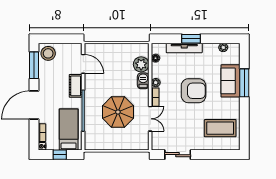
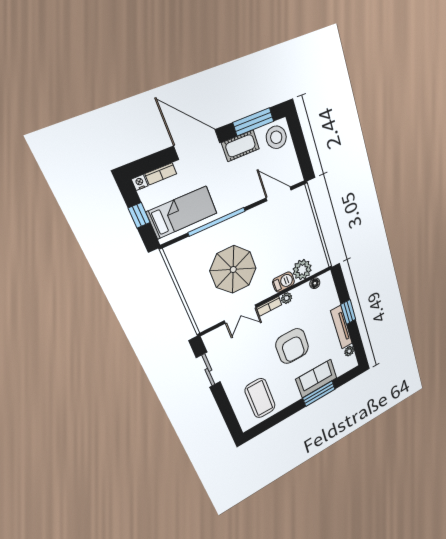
tv unit: (184, 48) -> (341, 327), moved
door: (83, 64) -> (279, 194), swing flipped
cot: (76, 86) -> (241, 146), moved

